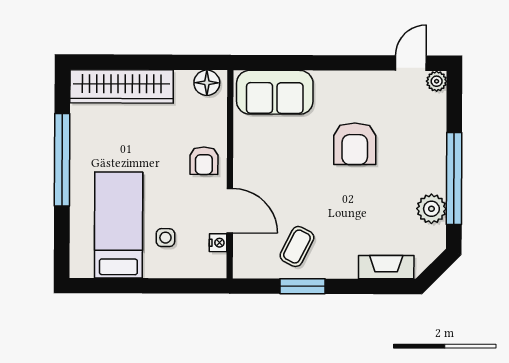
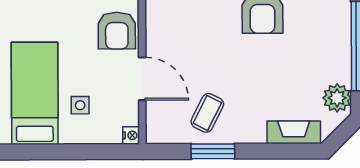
armchair: (204, 161) -> (117, 31), width x1.38, depth x1.38
plant: (431, 209) -> (337, 98), moved
nightstand: (218, 243) -> (131, 135), moved

